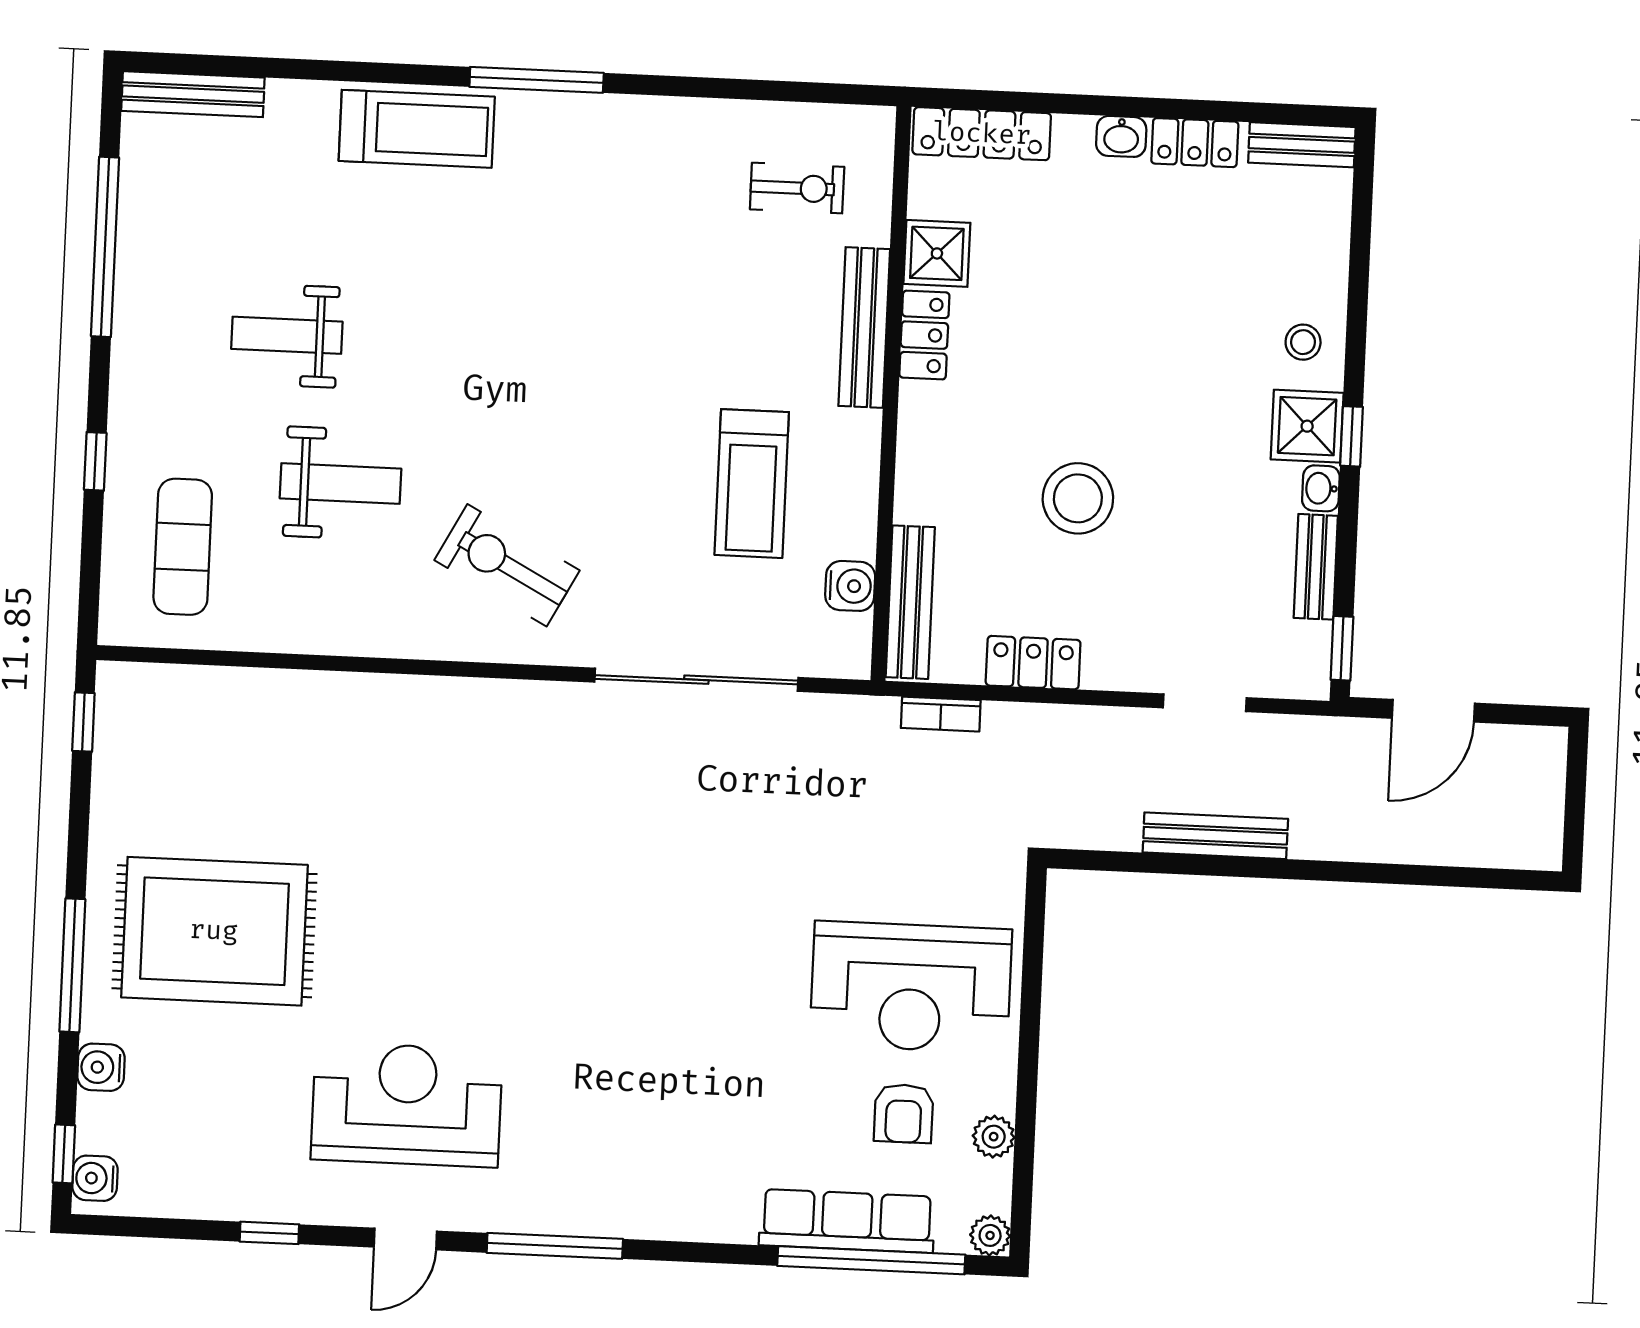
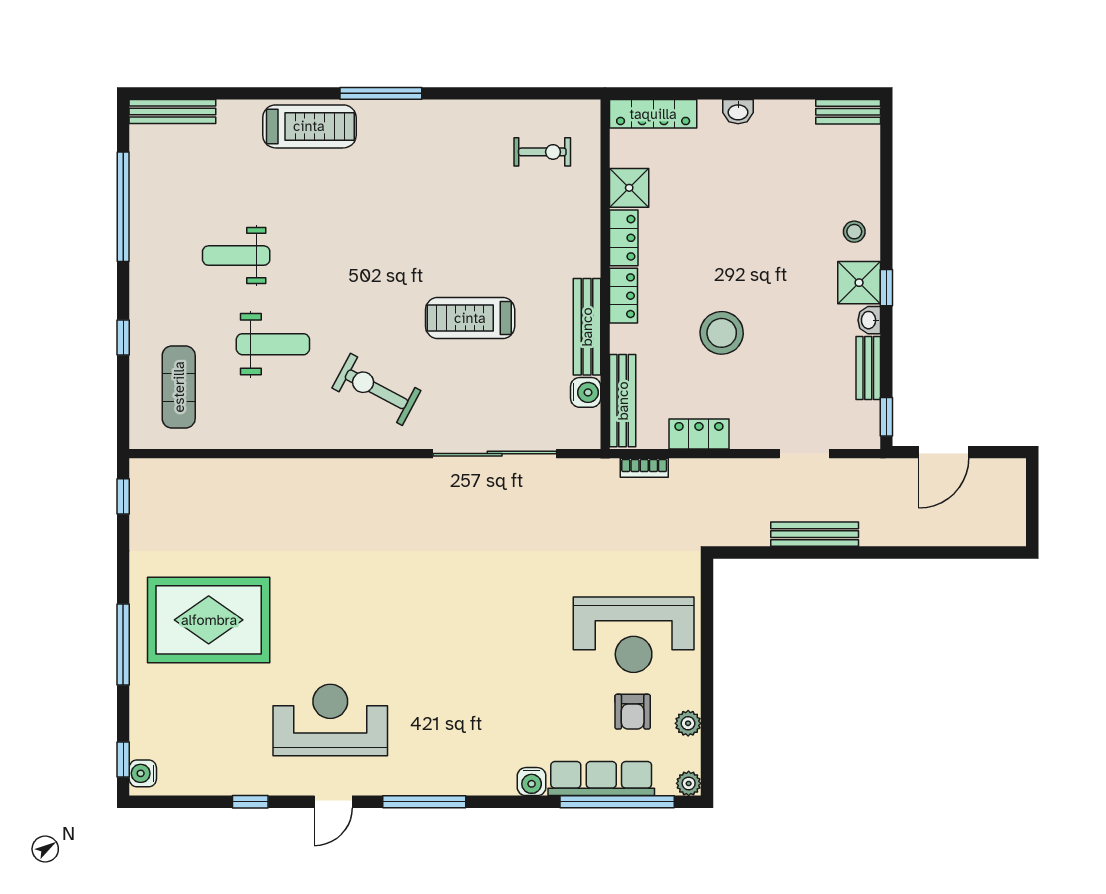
locker: (1195, 143) -> (624, 296), moved, turned -90
bench: (864, 328) -> (587, 327), moved
treadmill: (752, 484) -> (470, 318), moved, turned 90
water cooler: (101, 1067) -> (532, 782), moved, turned -90

